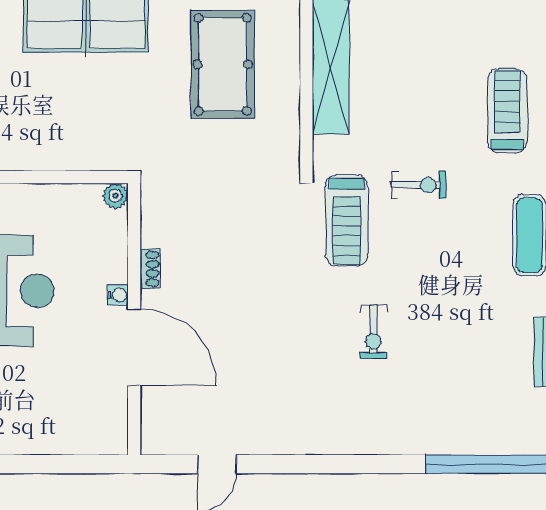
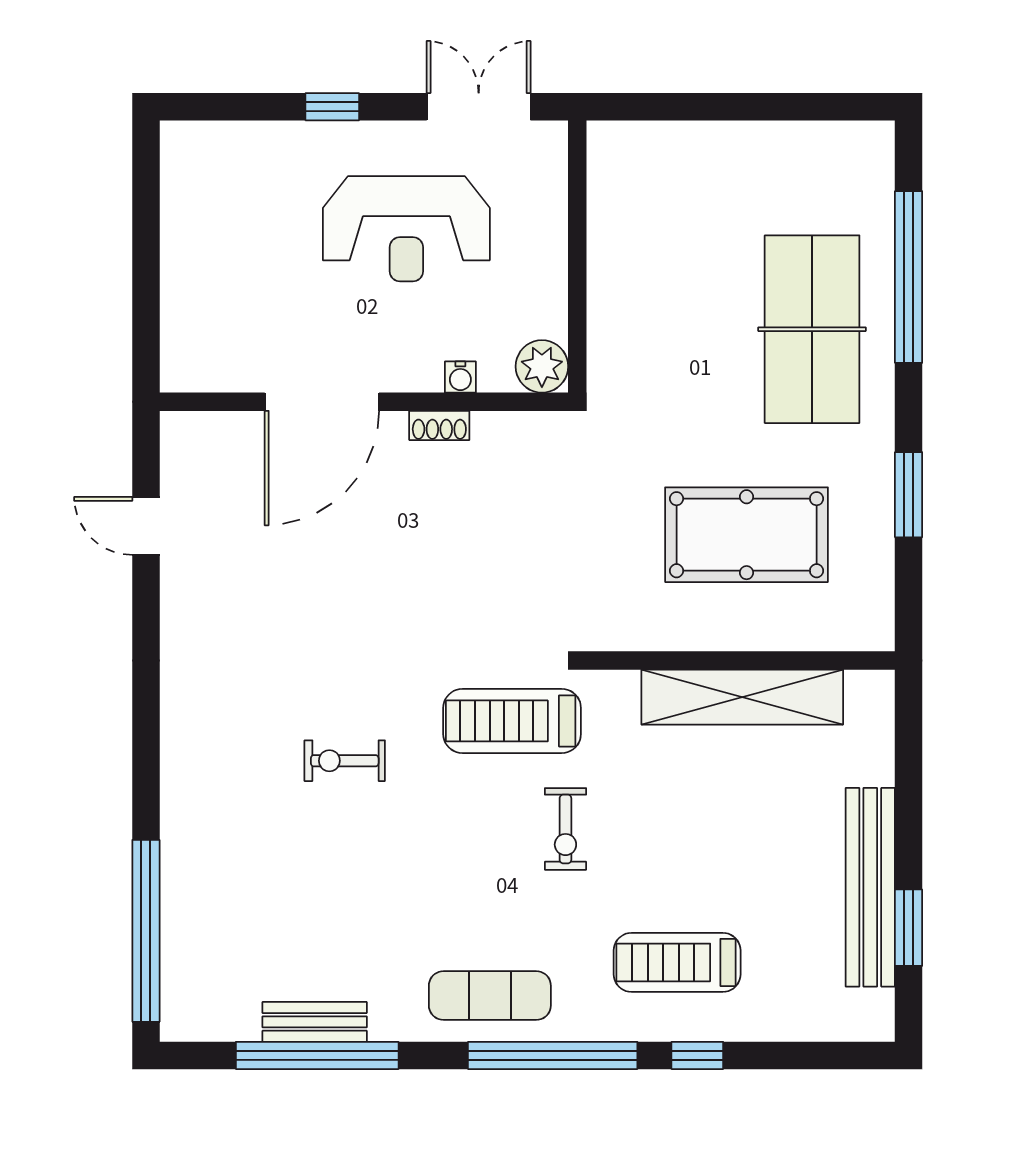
treadmill: (507, 111) -> (677, 962), turned 180
plant: (115, 196) -> (542, 366), width x1.38, depth x1.38
water cooler: (118, 295) -> (460, 377), moved

